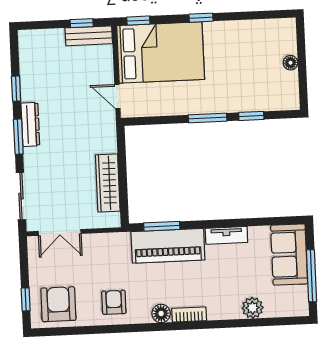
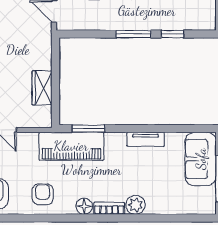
wardrobe: (108, 183) -> (42, 88), width x0.67
piano: (168, 246) -> (71, 146), moved
plant: (253, 308) -> (135, 205), moved

